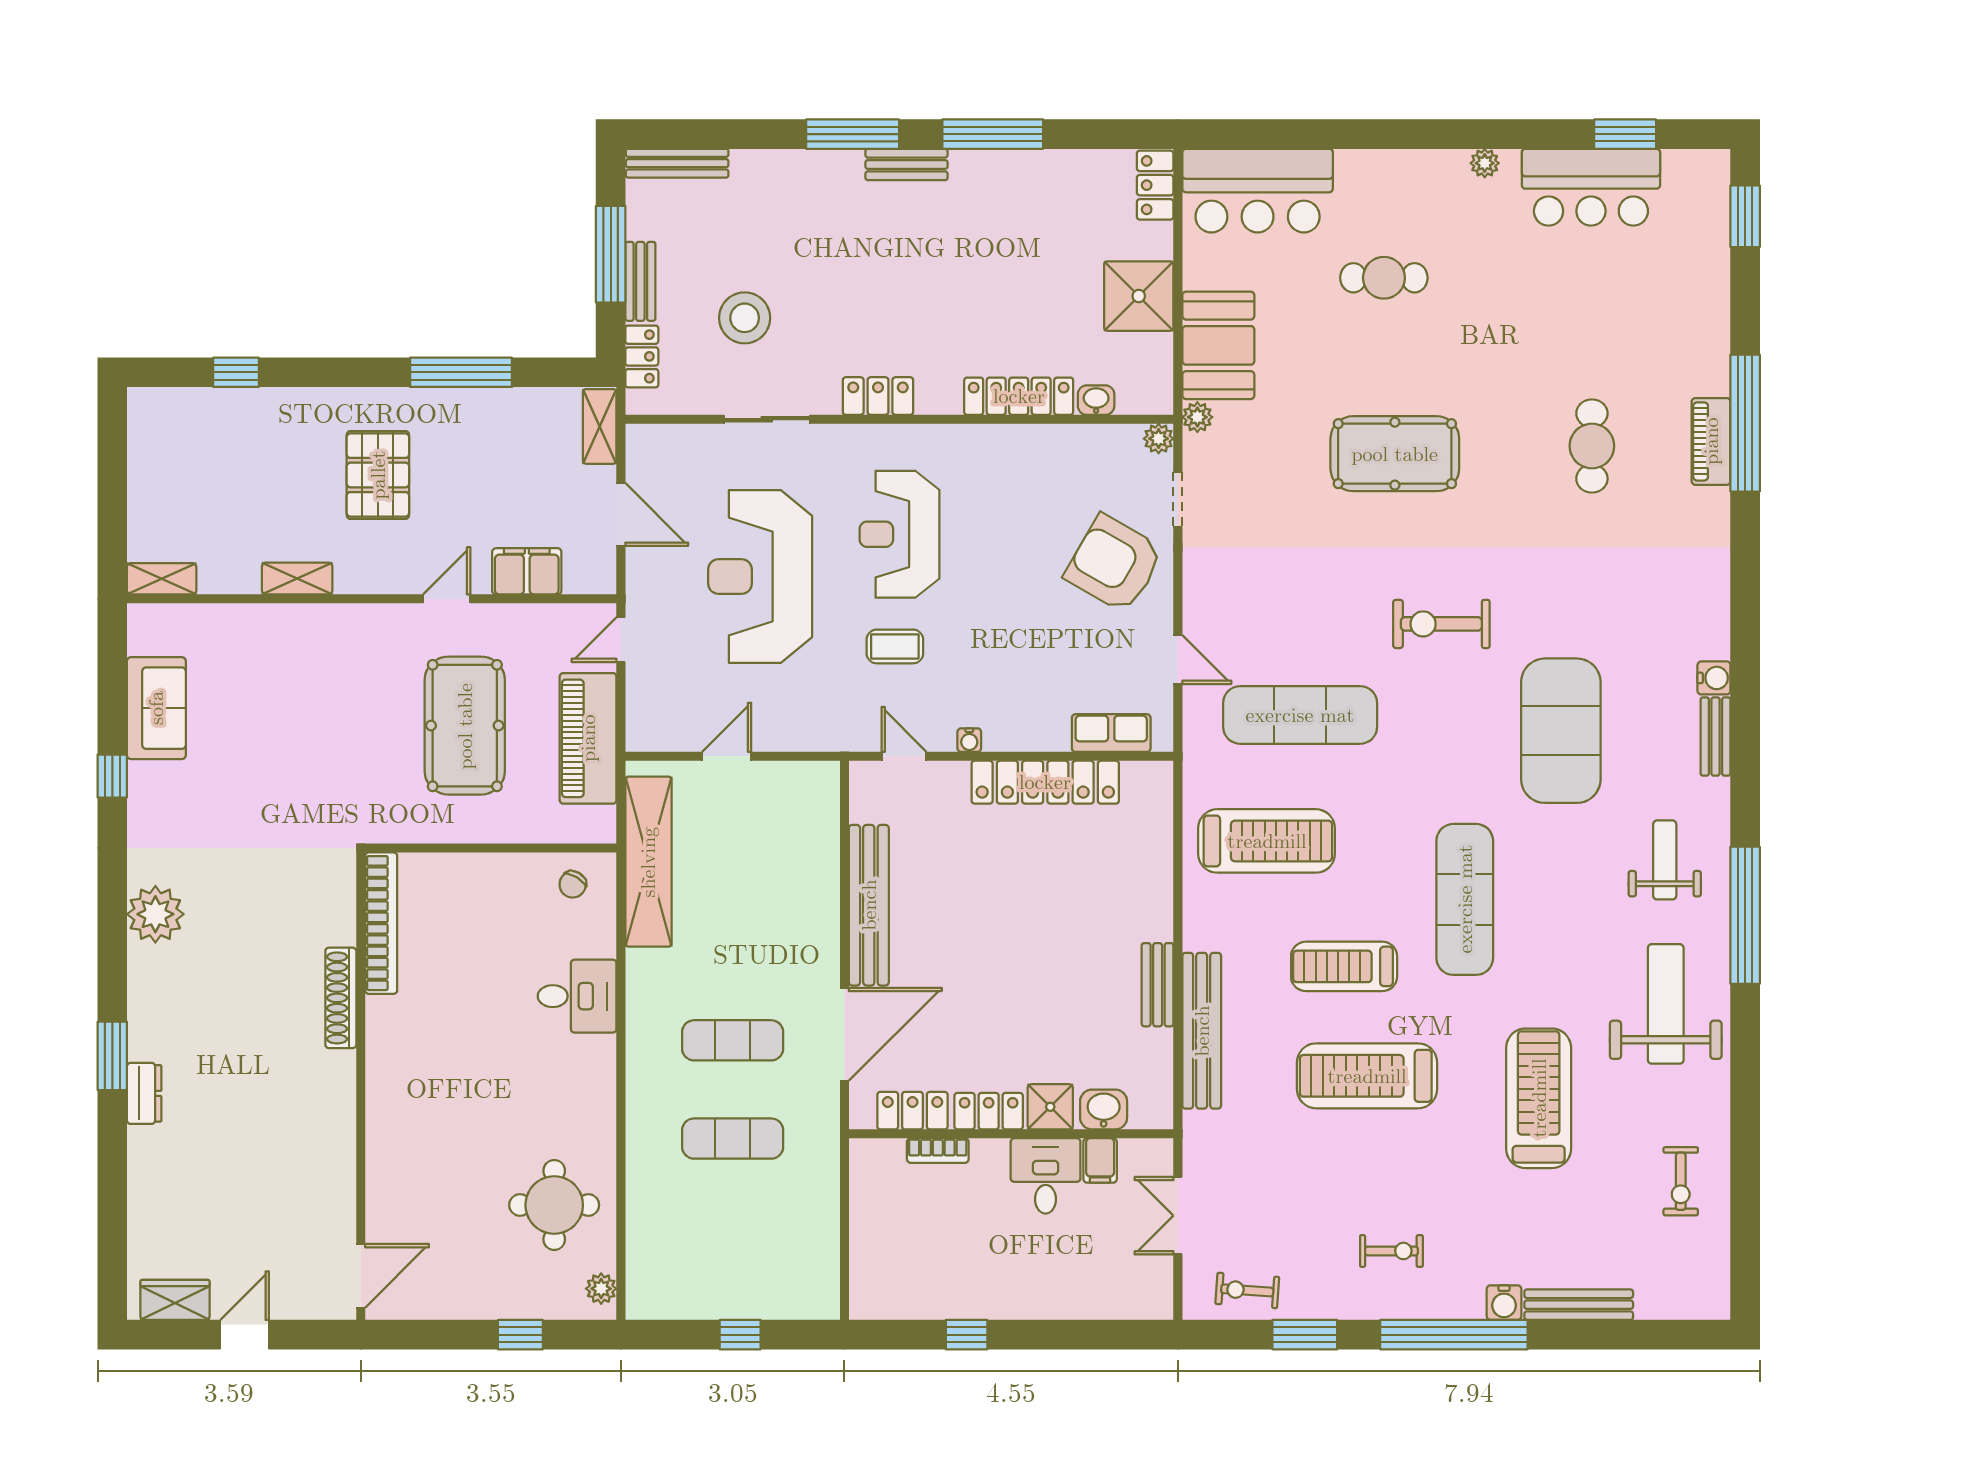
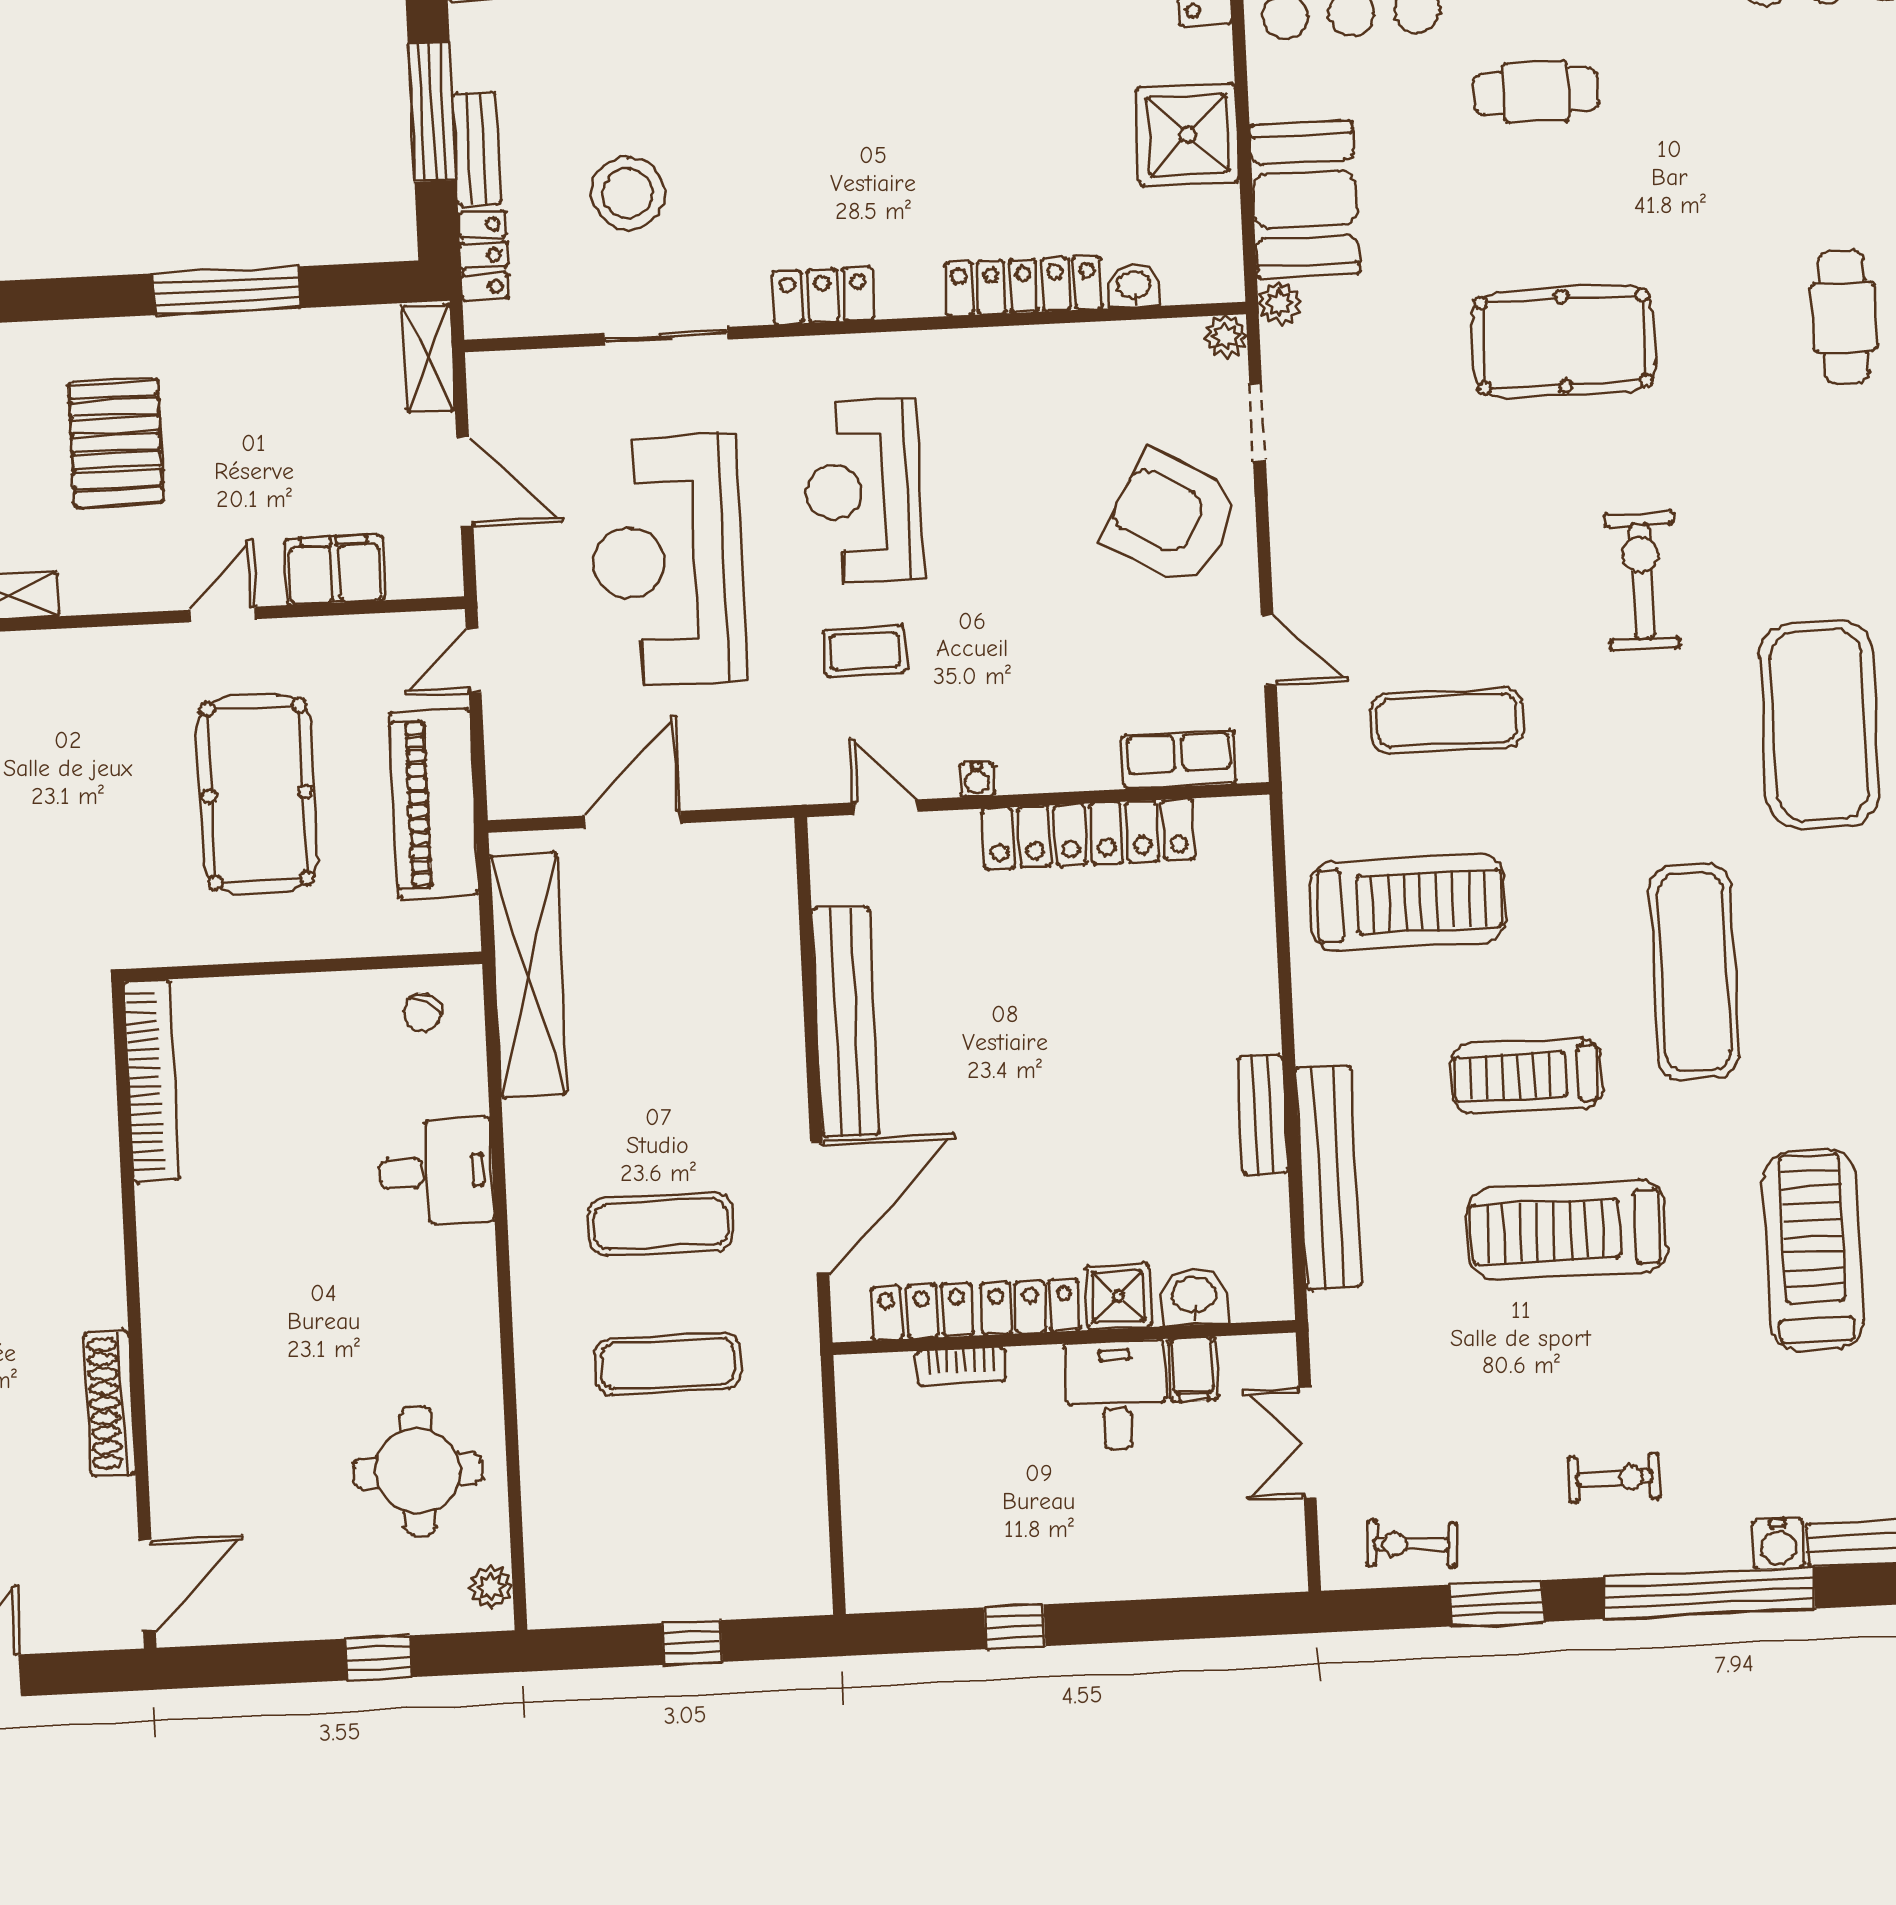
exercise bike: (1441, 624) -> (1642, 581), turned 90
exercise mat: (1300, 715) -> (1447, 721), width x0.73, depth x0.69
door: (727, 756) -> (632, 819), width x1.38
shoe rack: (341, 998) -> (110, 1403), moved

